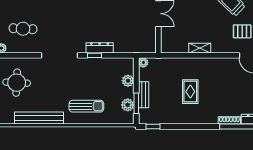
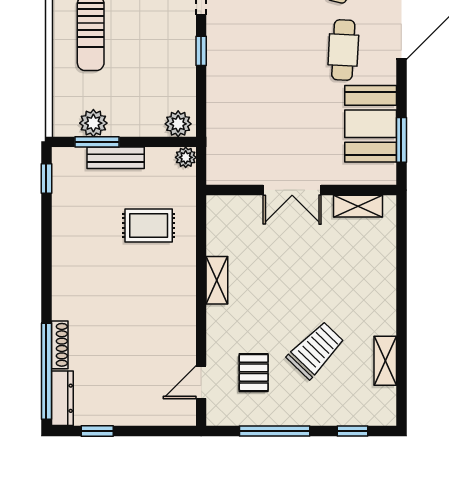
dresser: (100, 48) -> (218, 62), removed
plant: (128, 81) -> (178, 124), moved
rug: (190, 92) -> (149, 225), moved

